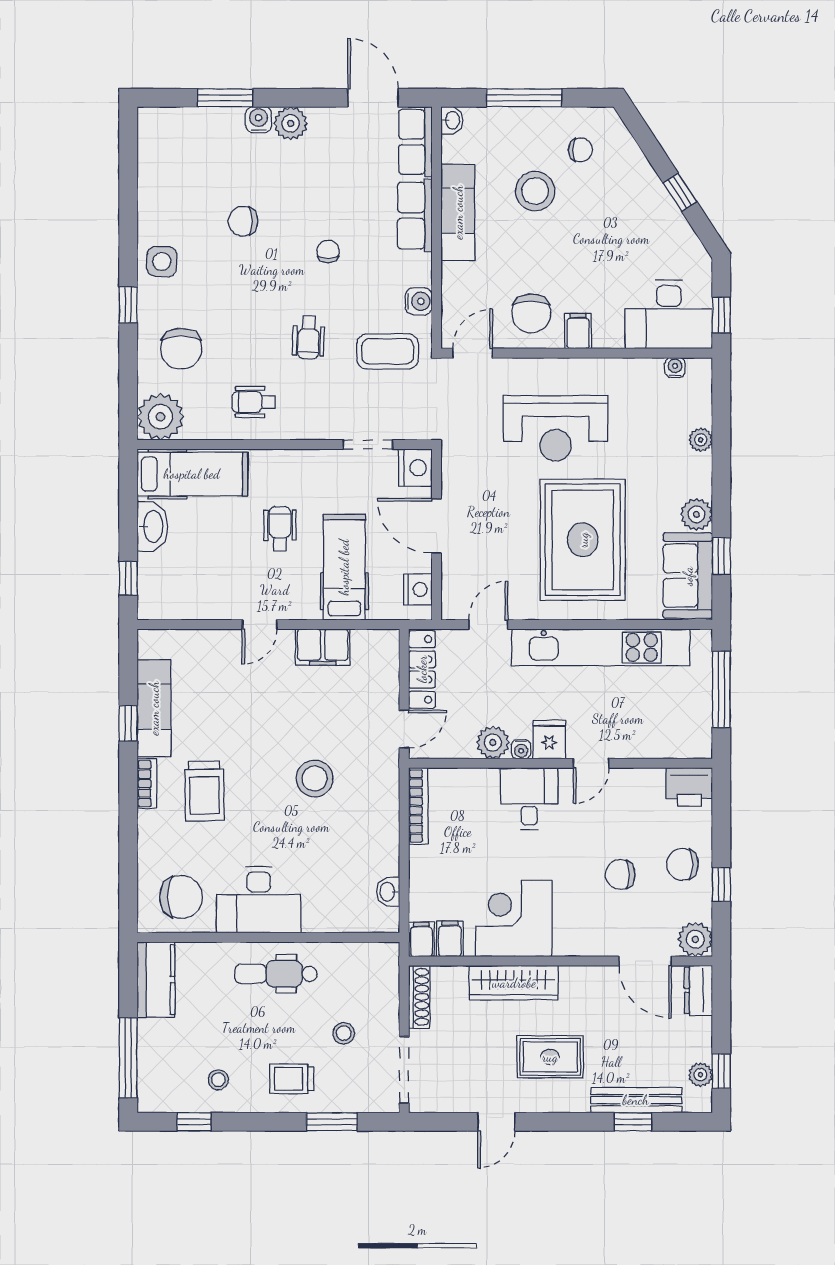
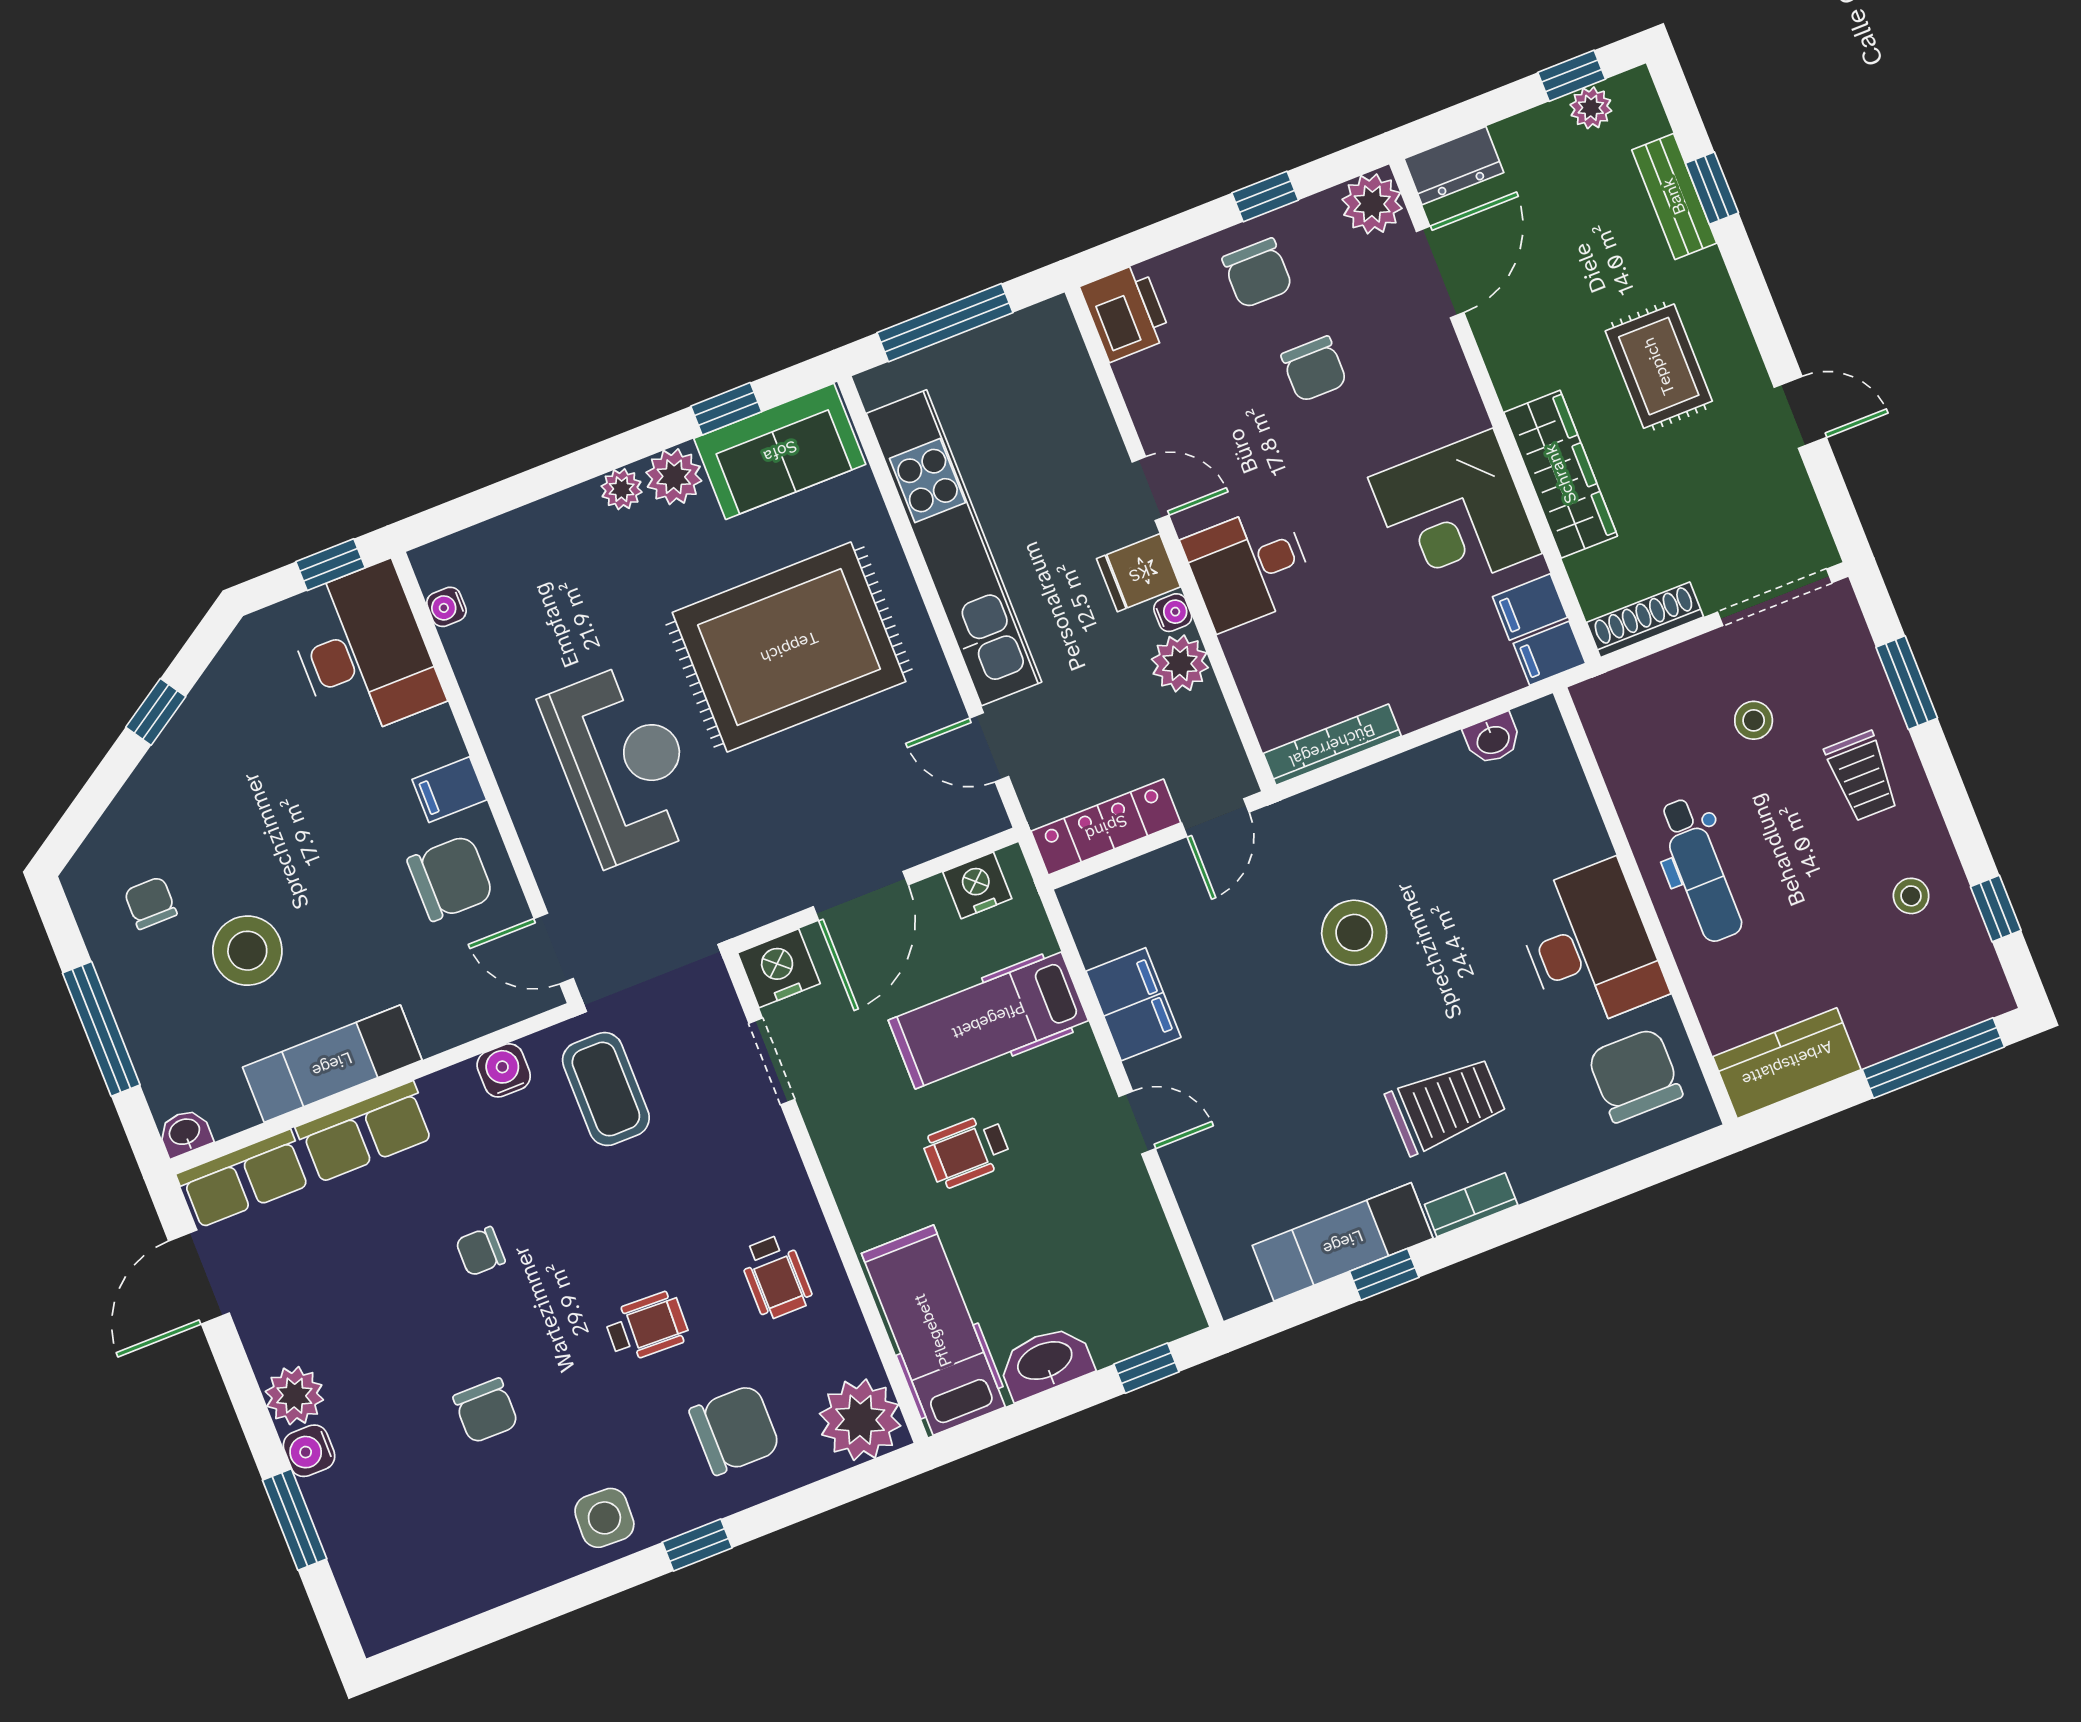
wheelchair: (308, 338) -> (647, 1327), moved
plant: (701, 440) -> (622, 489), moved
door: (404, 729) -> (1215, 818), swing flipped
bench: (636, 1100) -> (1674, 196), width x0.73

